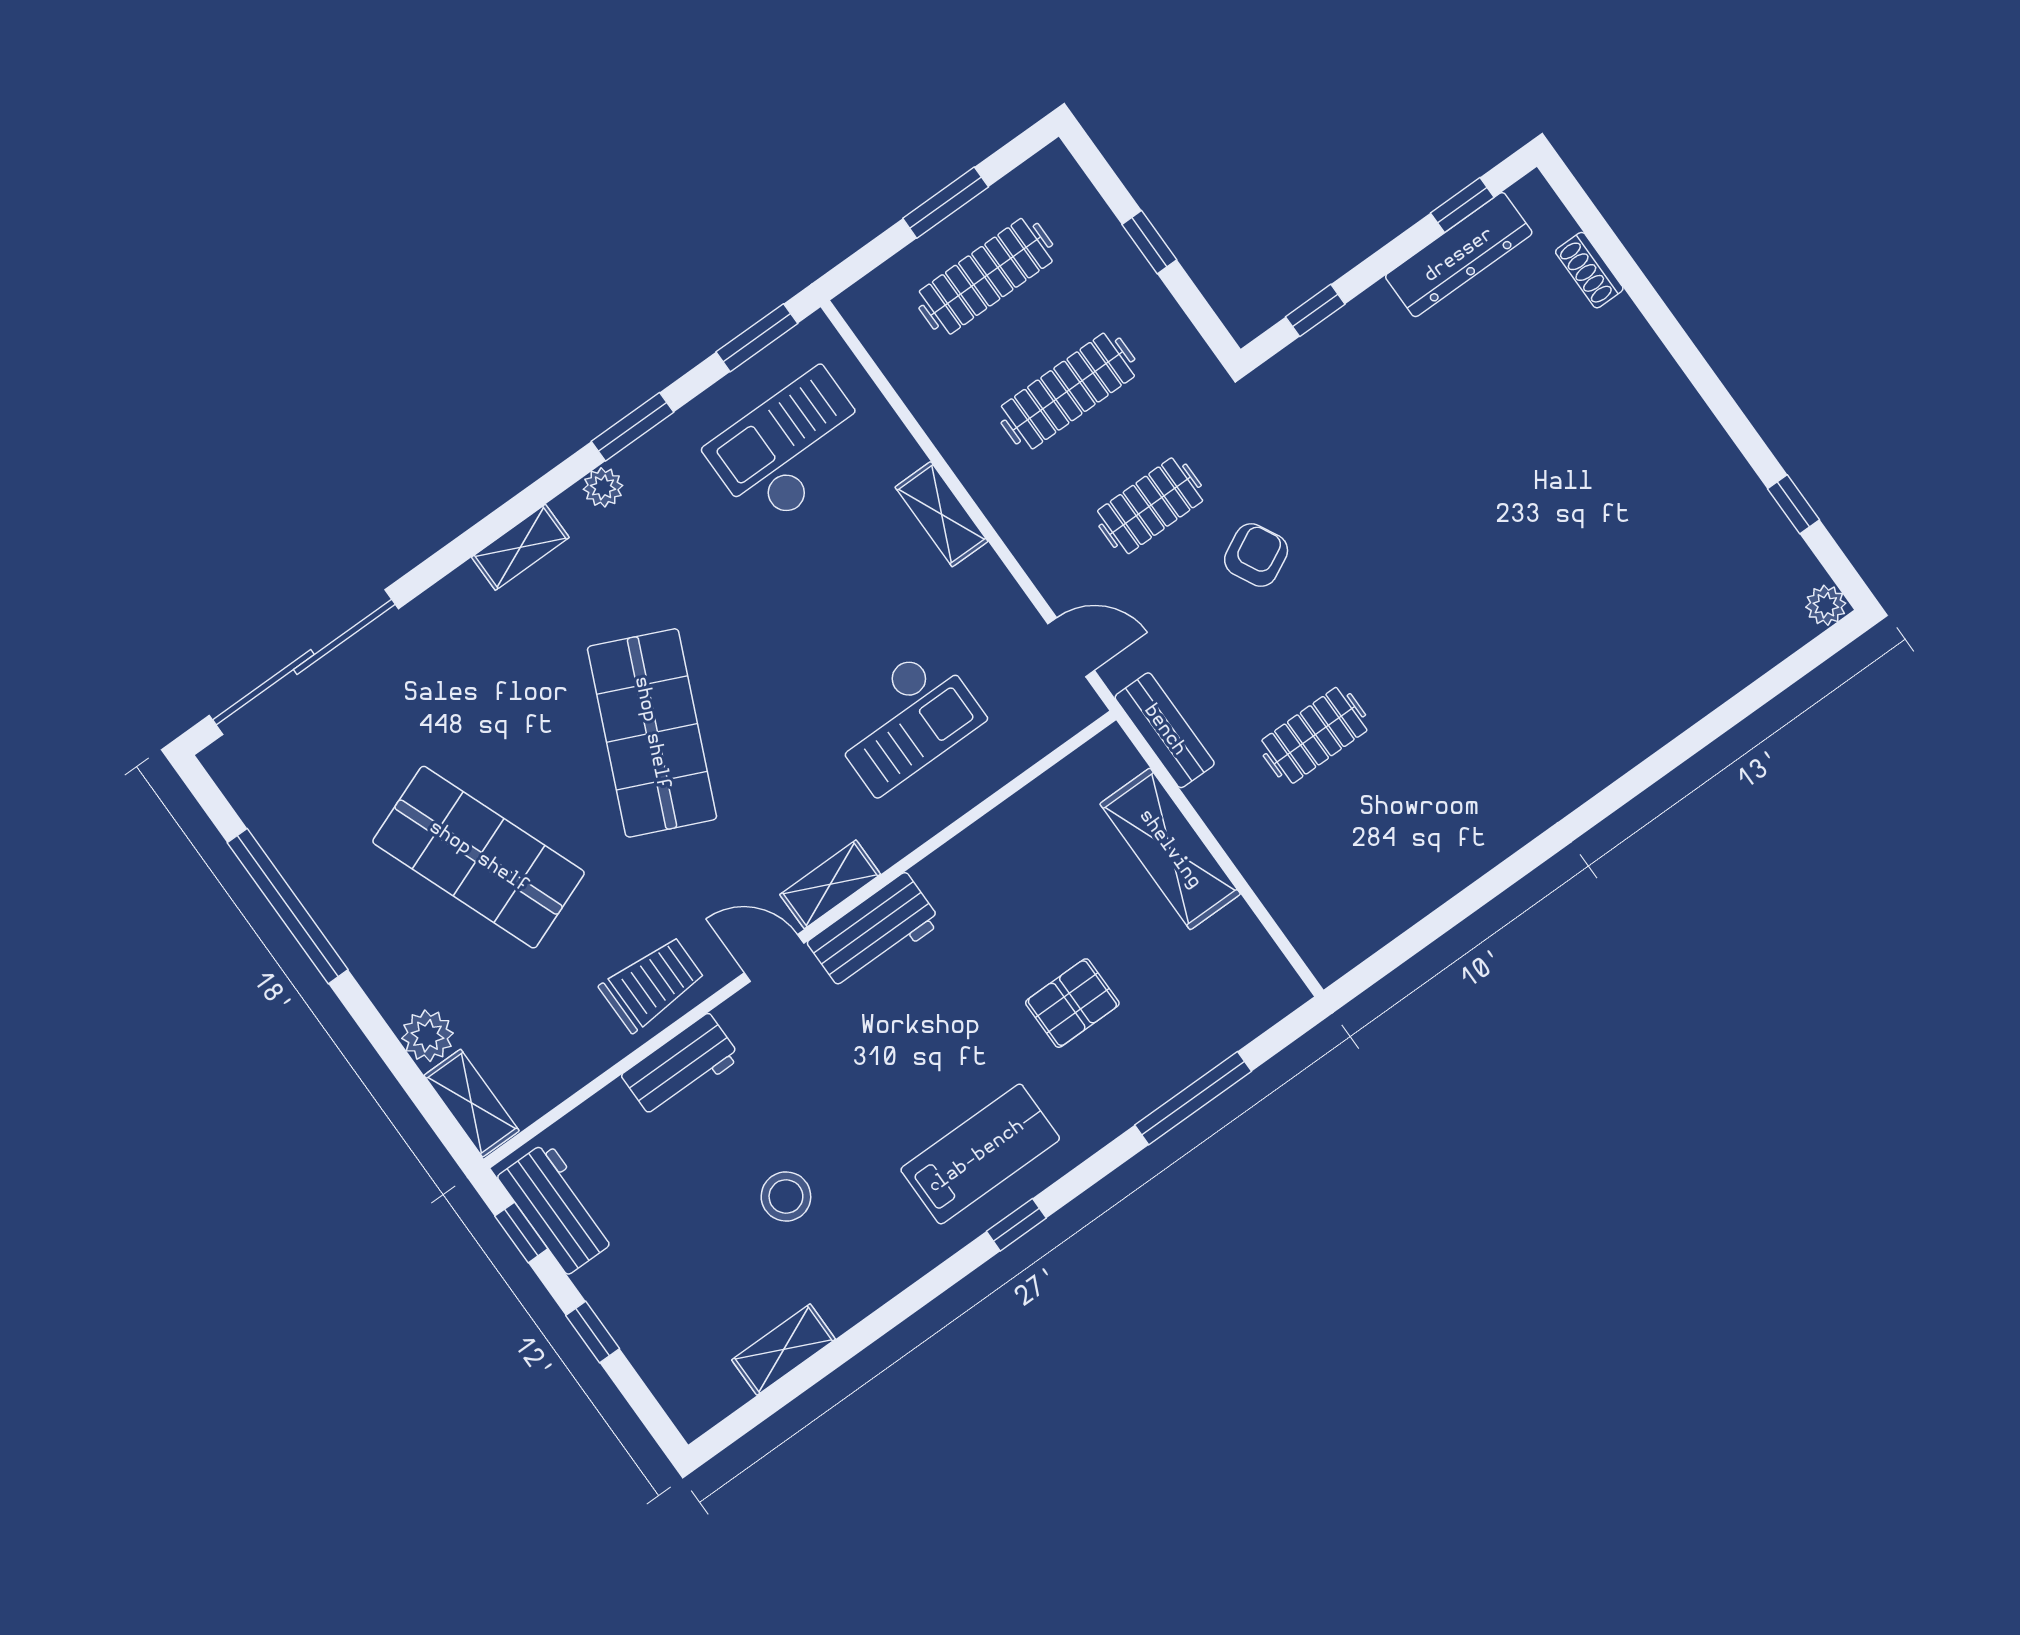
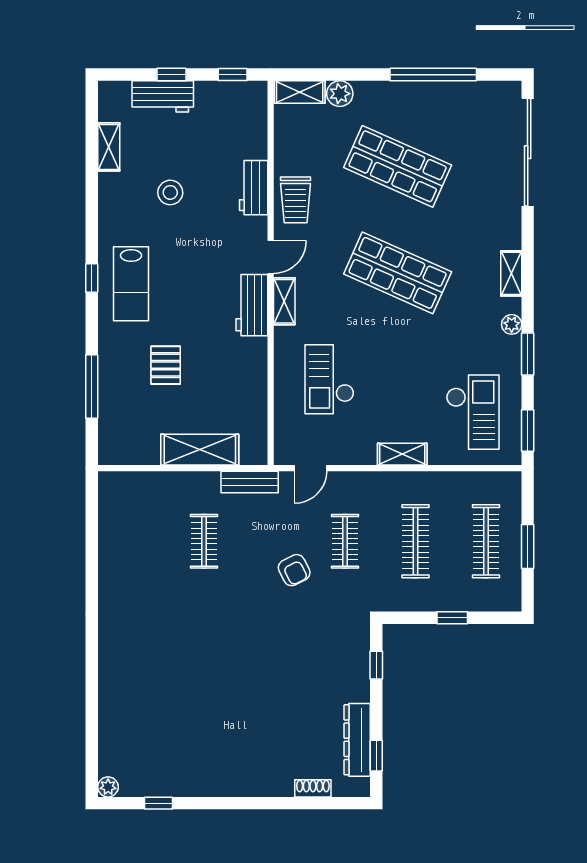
shop shelf: (479, 857) -> (398, 166), turned 45
workbench: (557, 1208) -> (163, 96), moved

